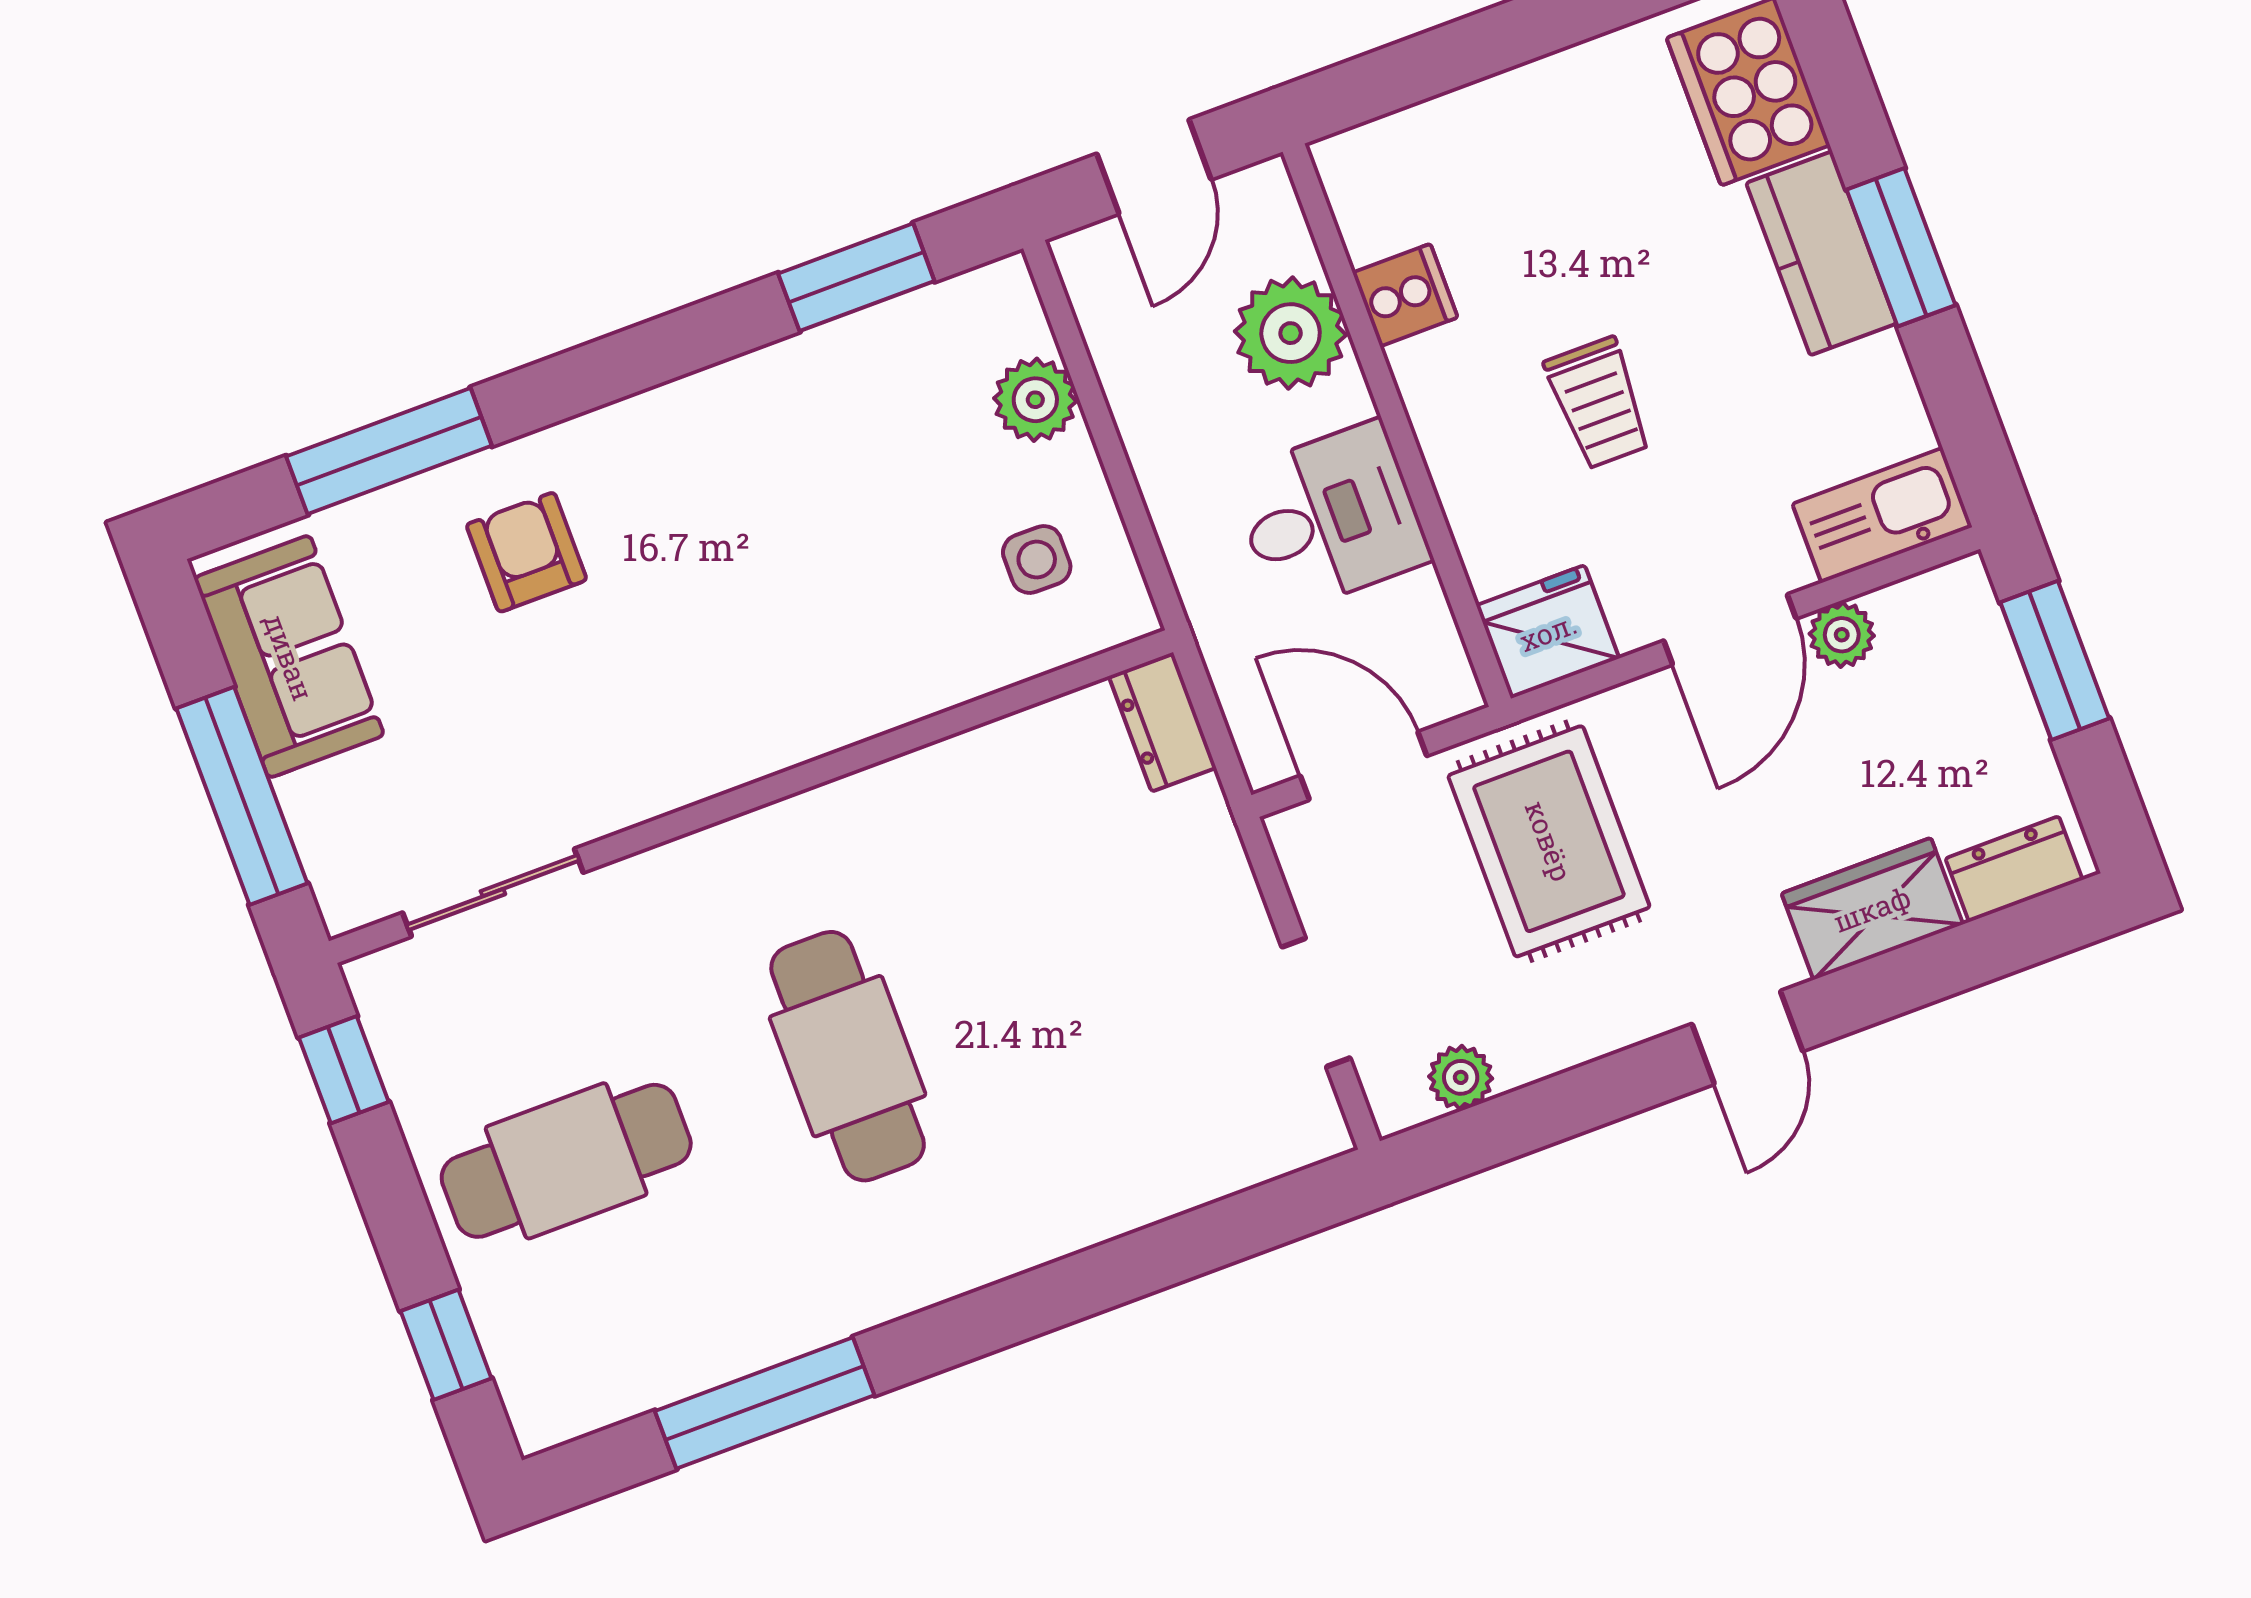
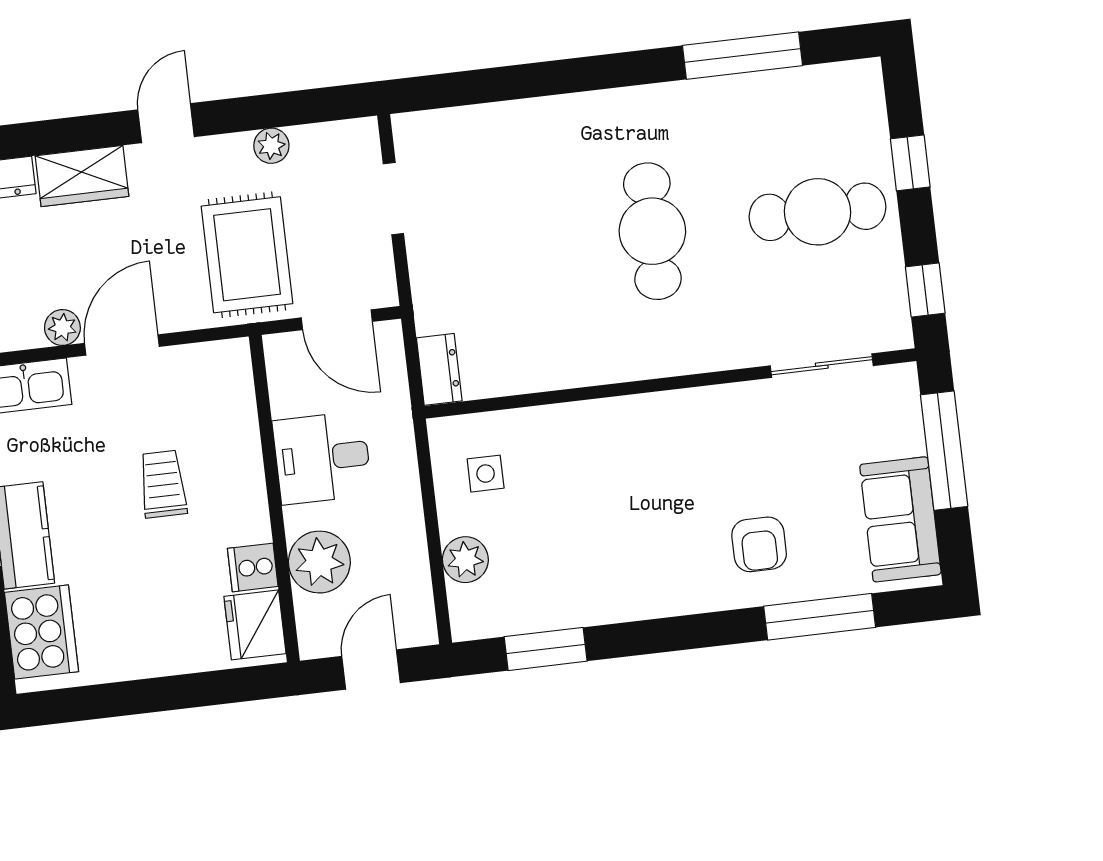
fridge: (1548, 632) -> (255, 625), moved, turned 90
plant: (1461, 1077) -> (271, 146), moved
window: (446, 1345) -> (910, 163), moved

